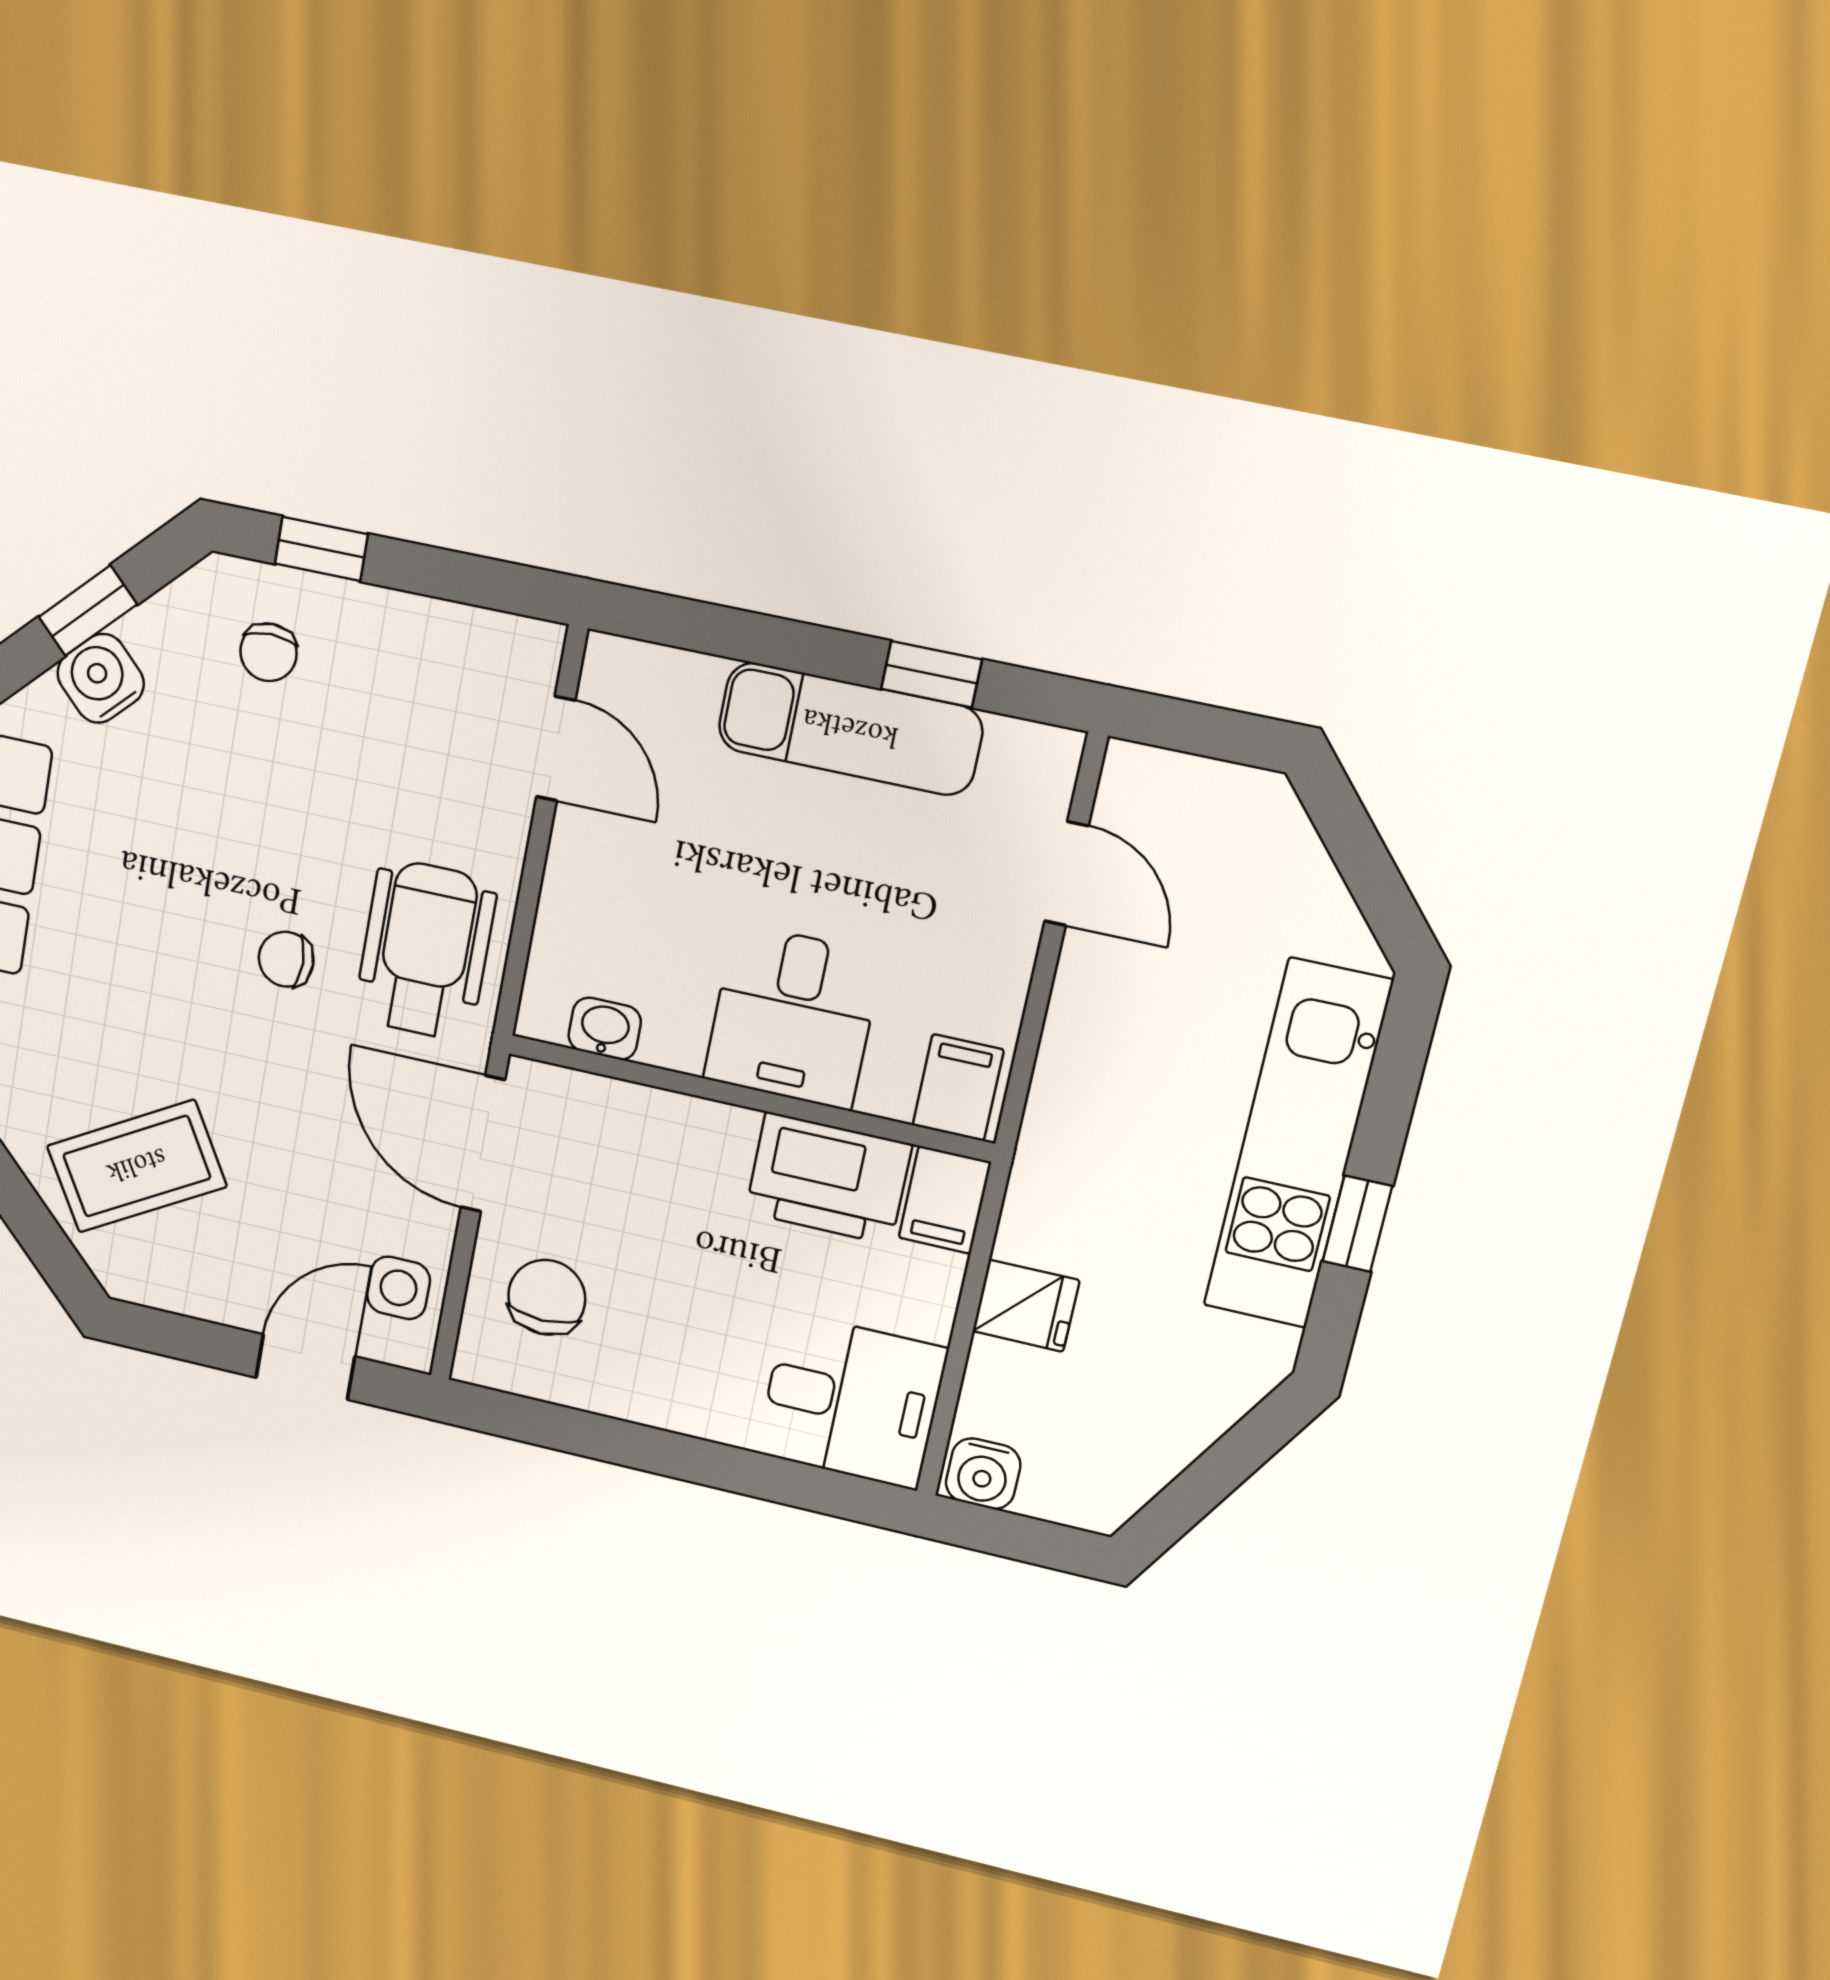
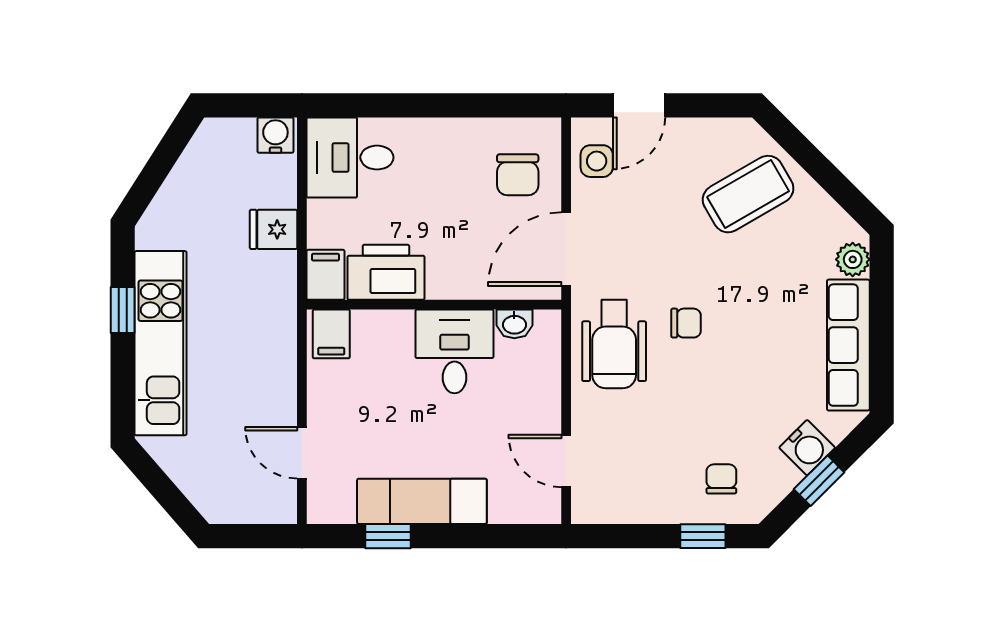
desk: (793, 1017) -> (454, 351), moved
door: (483, 1144) -> (566, 249), swing flipped

